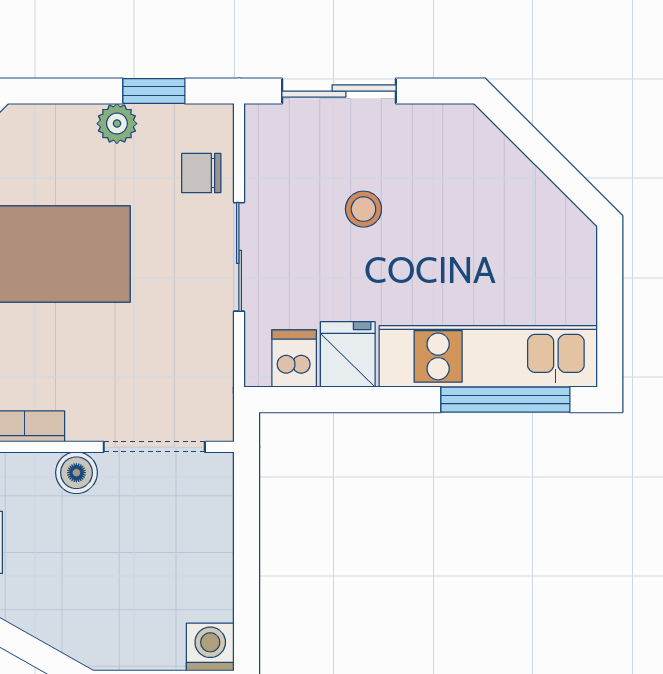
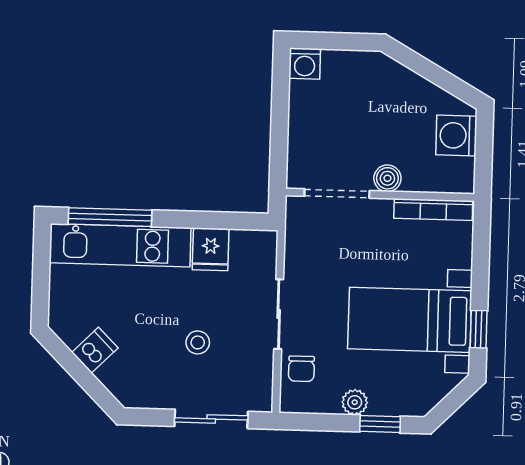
window: (154, 91) -> (380, 424), moved
chair: (201, 173) -> (301, 369), turned 90
dishwasher: (294, 358) -> (95, 350), moved, turned -135

